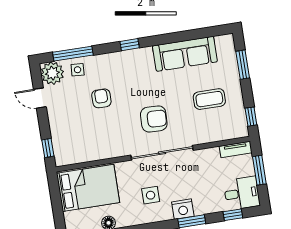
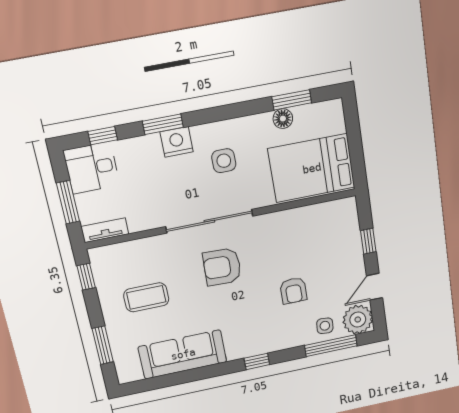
door: (40, 98) -> (374, 287), swing flipped
window: (48, 148) -> (368, 241), moved

